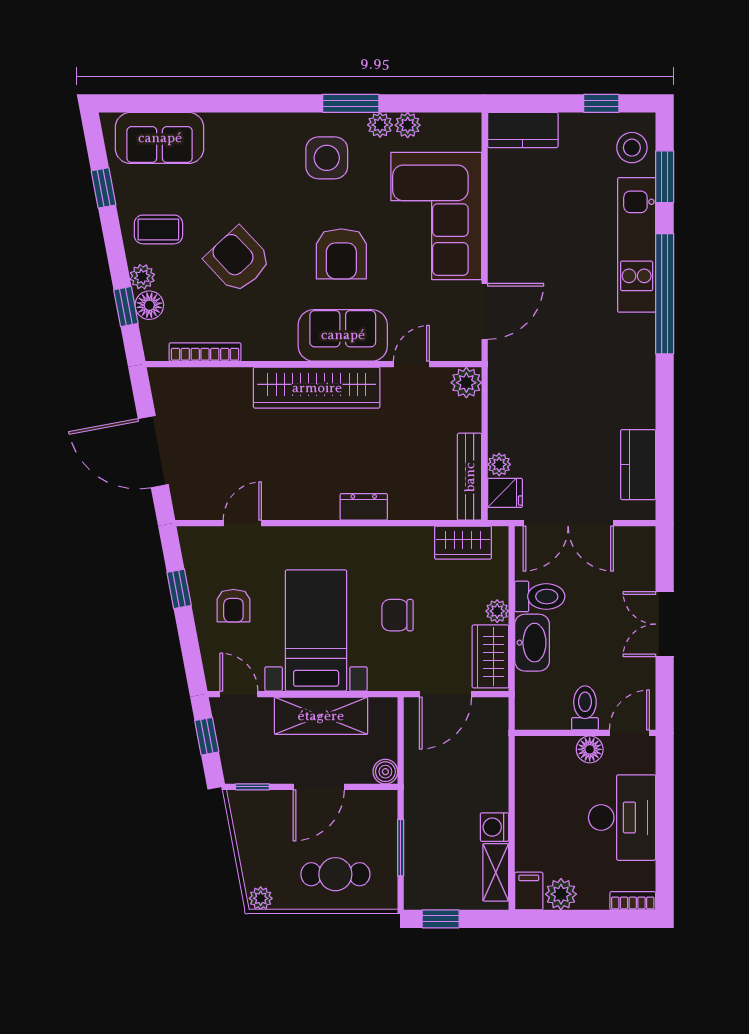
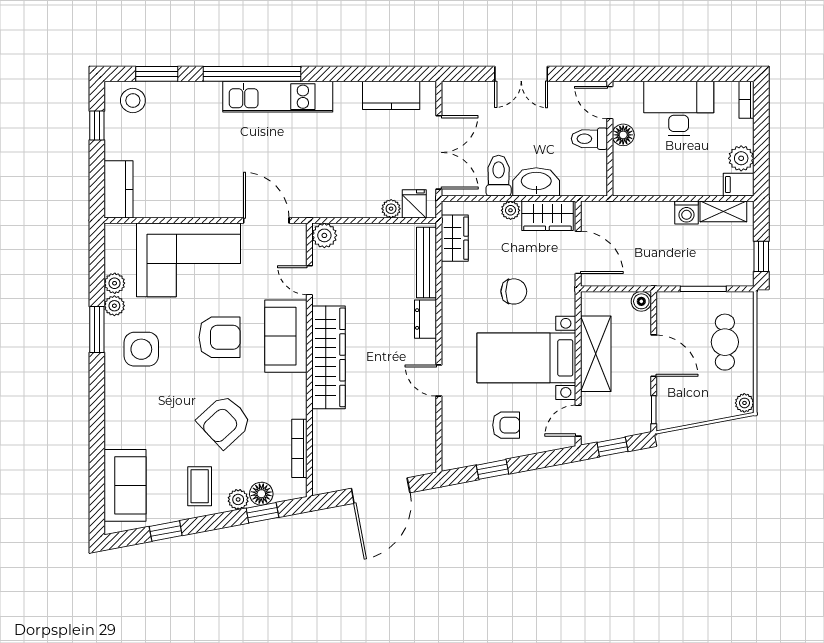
kitchen unit: (637, 245) -> (278, 97), moved
bench: (470, 477) -> (426, 262), moved, turned 90
door: (242, 523) -> (439, 381), moved
chair: (398, 615) -> (514, 291), turned -90

